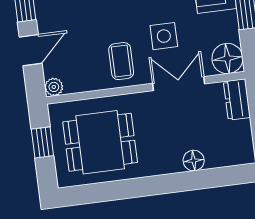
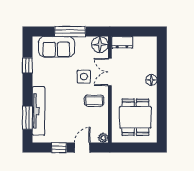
door: (31, 50) -> (82, 148), hinge flipped
window: (42, 142) -> (132, 148), removed
floor lamp: (194, 161) -> (151, 80), moved

